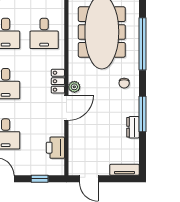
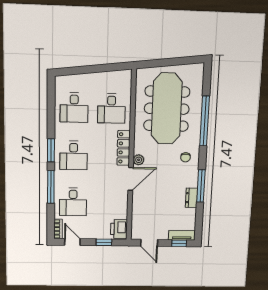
locker: (58, 81) -> (124, 148), width x1.53
printer: (55, 148) -> (119, 229), moved
window: (122, 179) -> (179, 243), added

